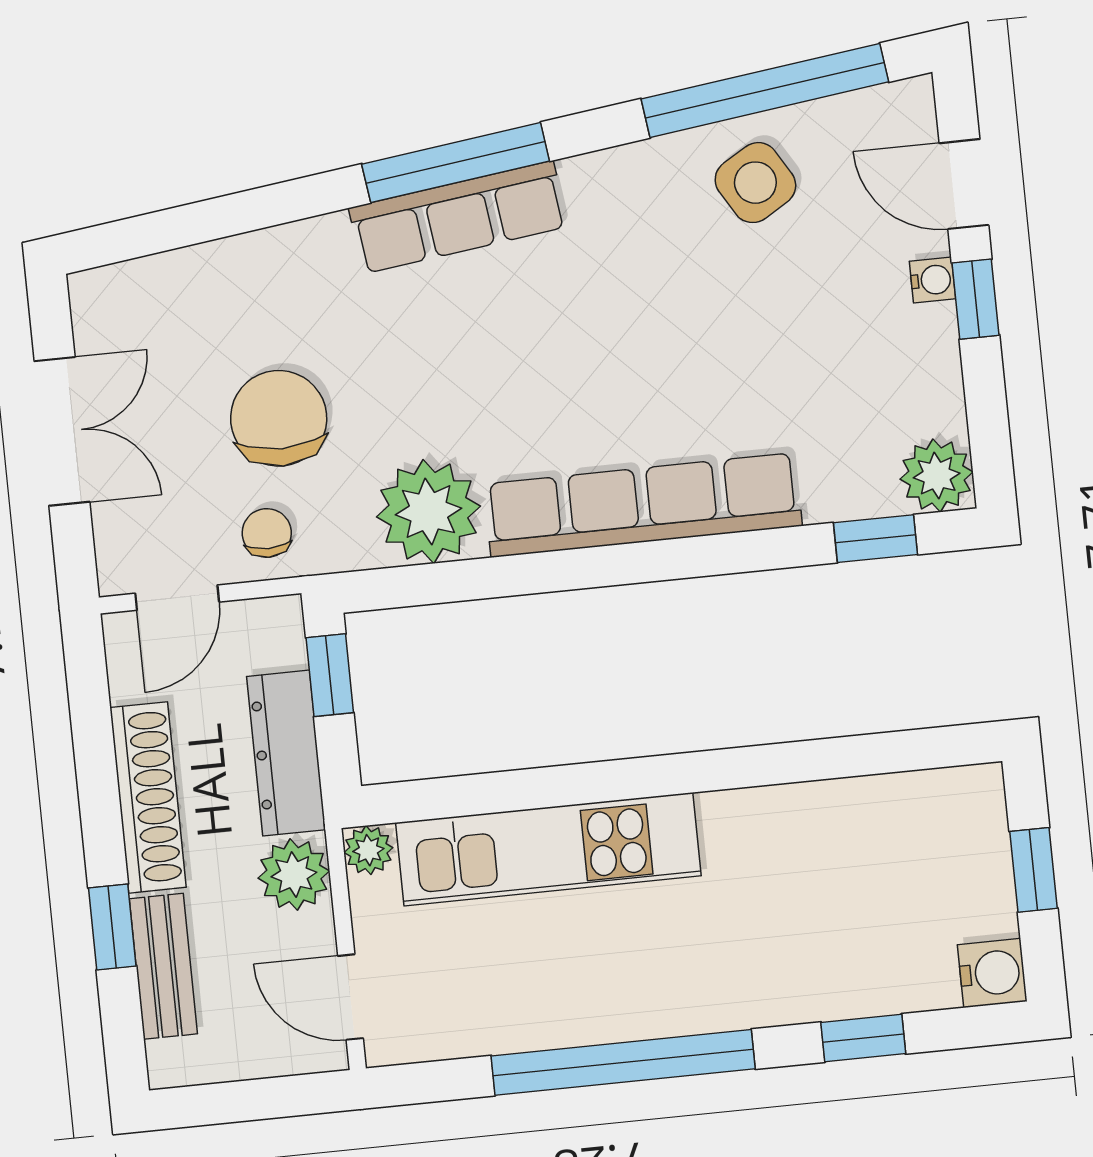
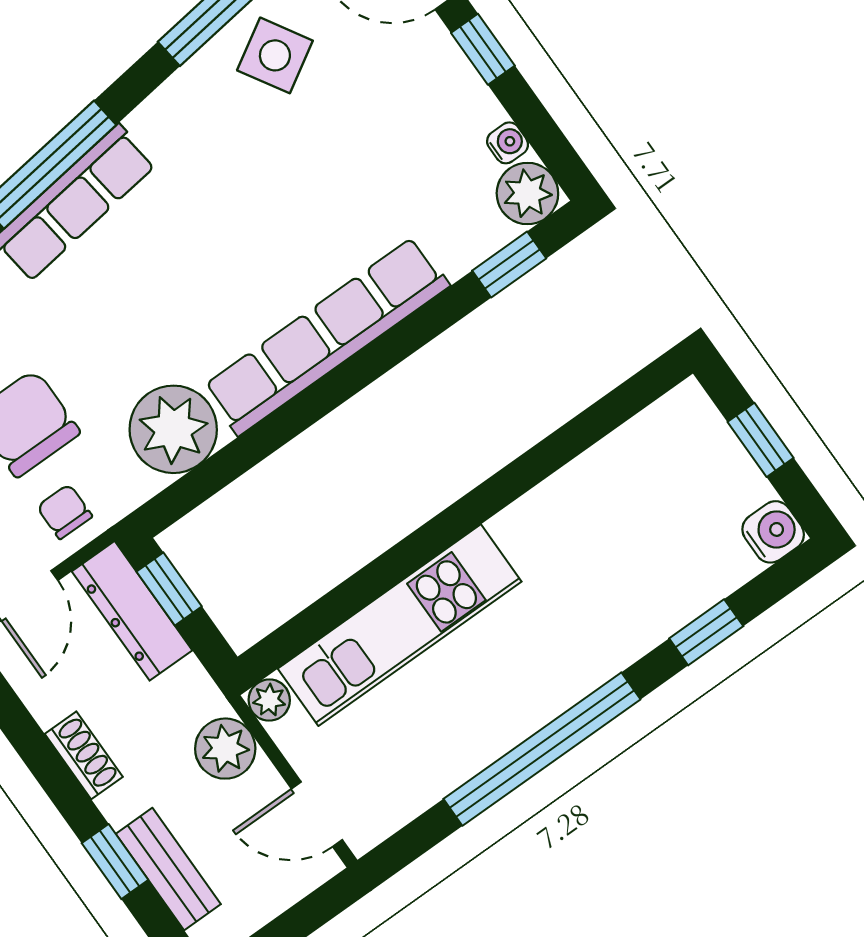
water cooler: (932, 280) -> (508, 143), moved
dresser: (286, 753) -> (132, 611), moved
shoe rack: (148, 797) -> (84, 755), width x0.51, depth x0.81

